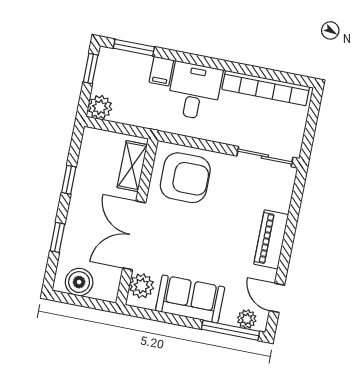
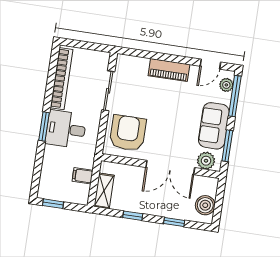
window: (134, 48) -> (44, 127), moved
filing cabinet: (161, 71) -> (83, 176), moved, turned 180
plant: (100, 107) -> (80, 196), removed
sliding door: (265, 157) -> (108, 91), moved
shelving: (132, 166) -> (104, 191), moved, turned 90
window: (161, 317) -> (227, 146), added

